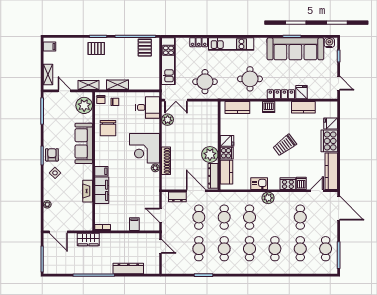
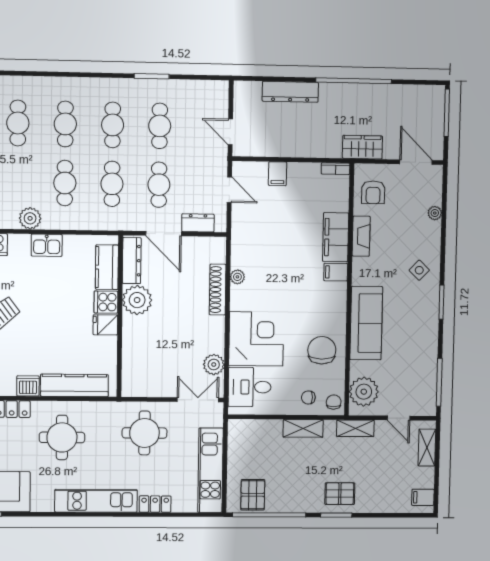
kitchen counter: (237, 108) -> (74, 385), width x1.50
corner desk: (144, 148) -> (256, 339), moved
armchair: (52, 155) -> (373, 192), moved

